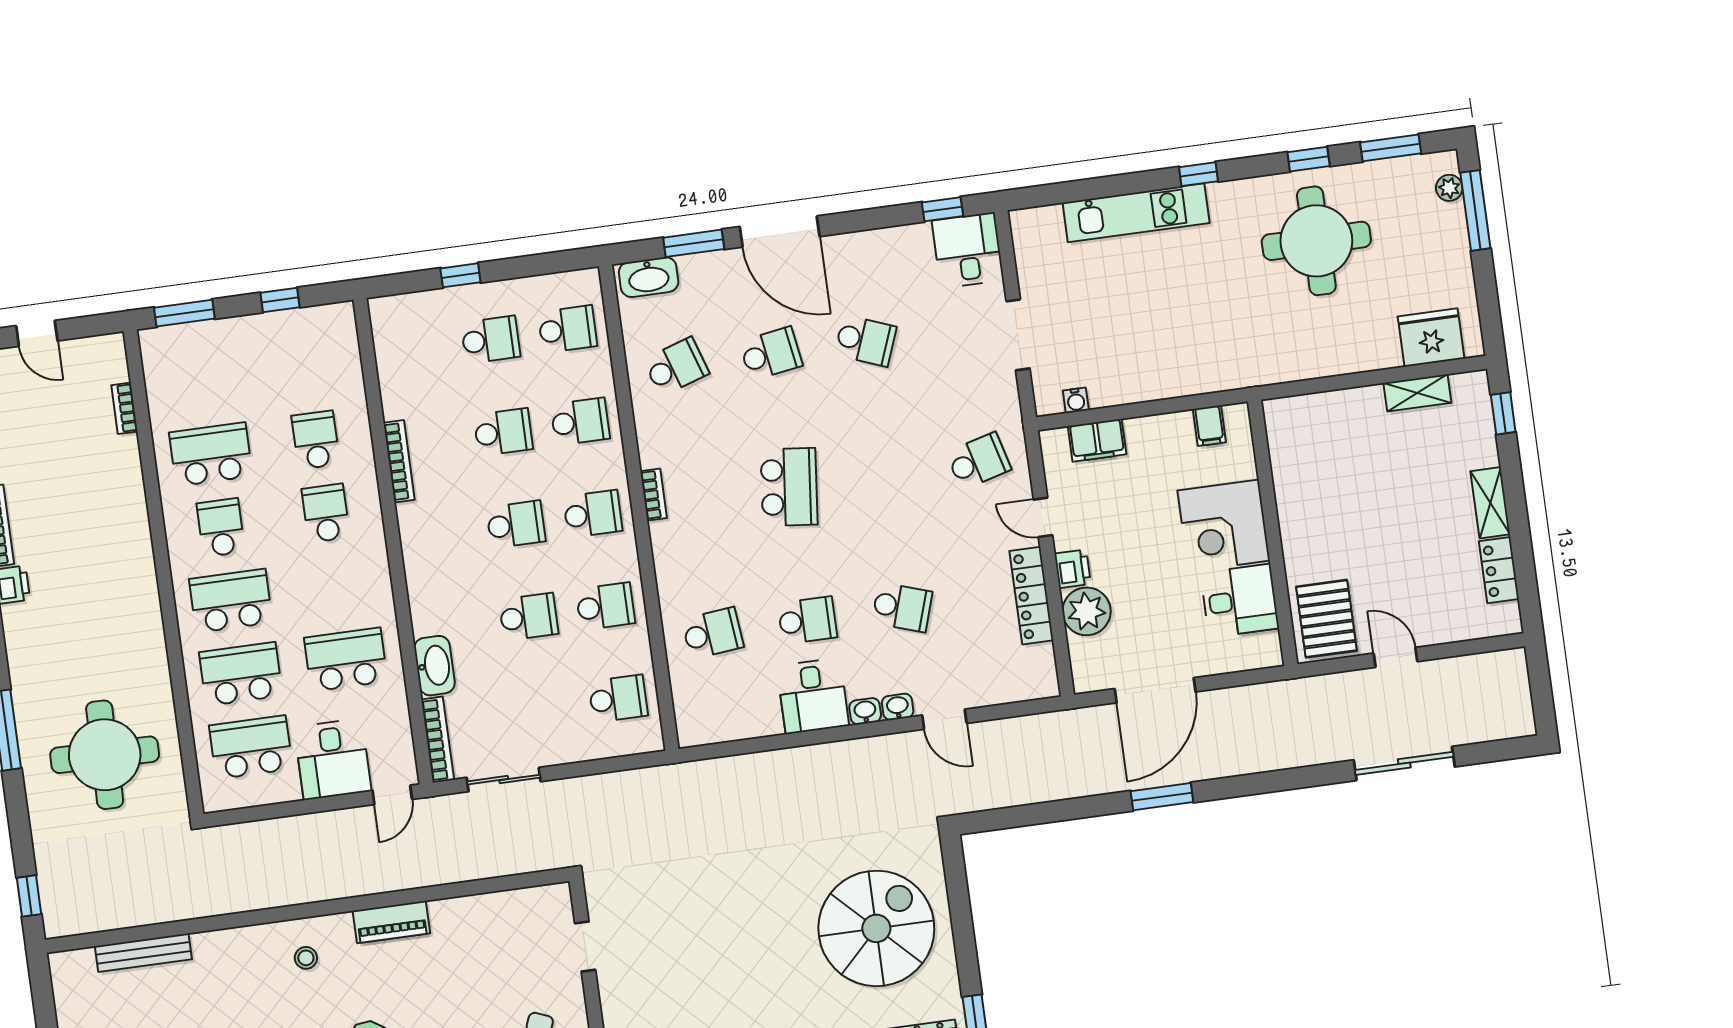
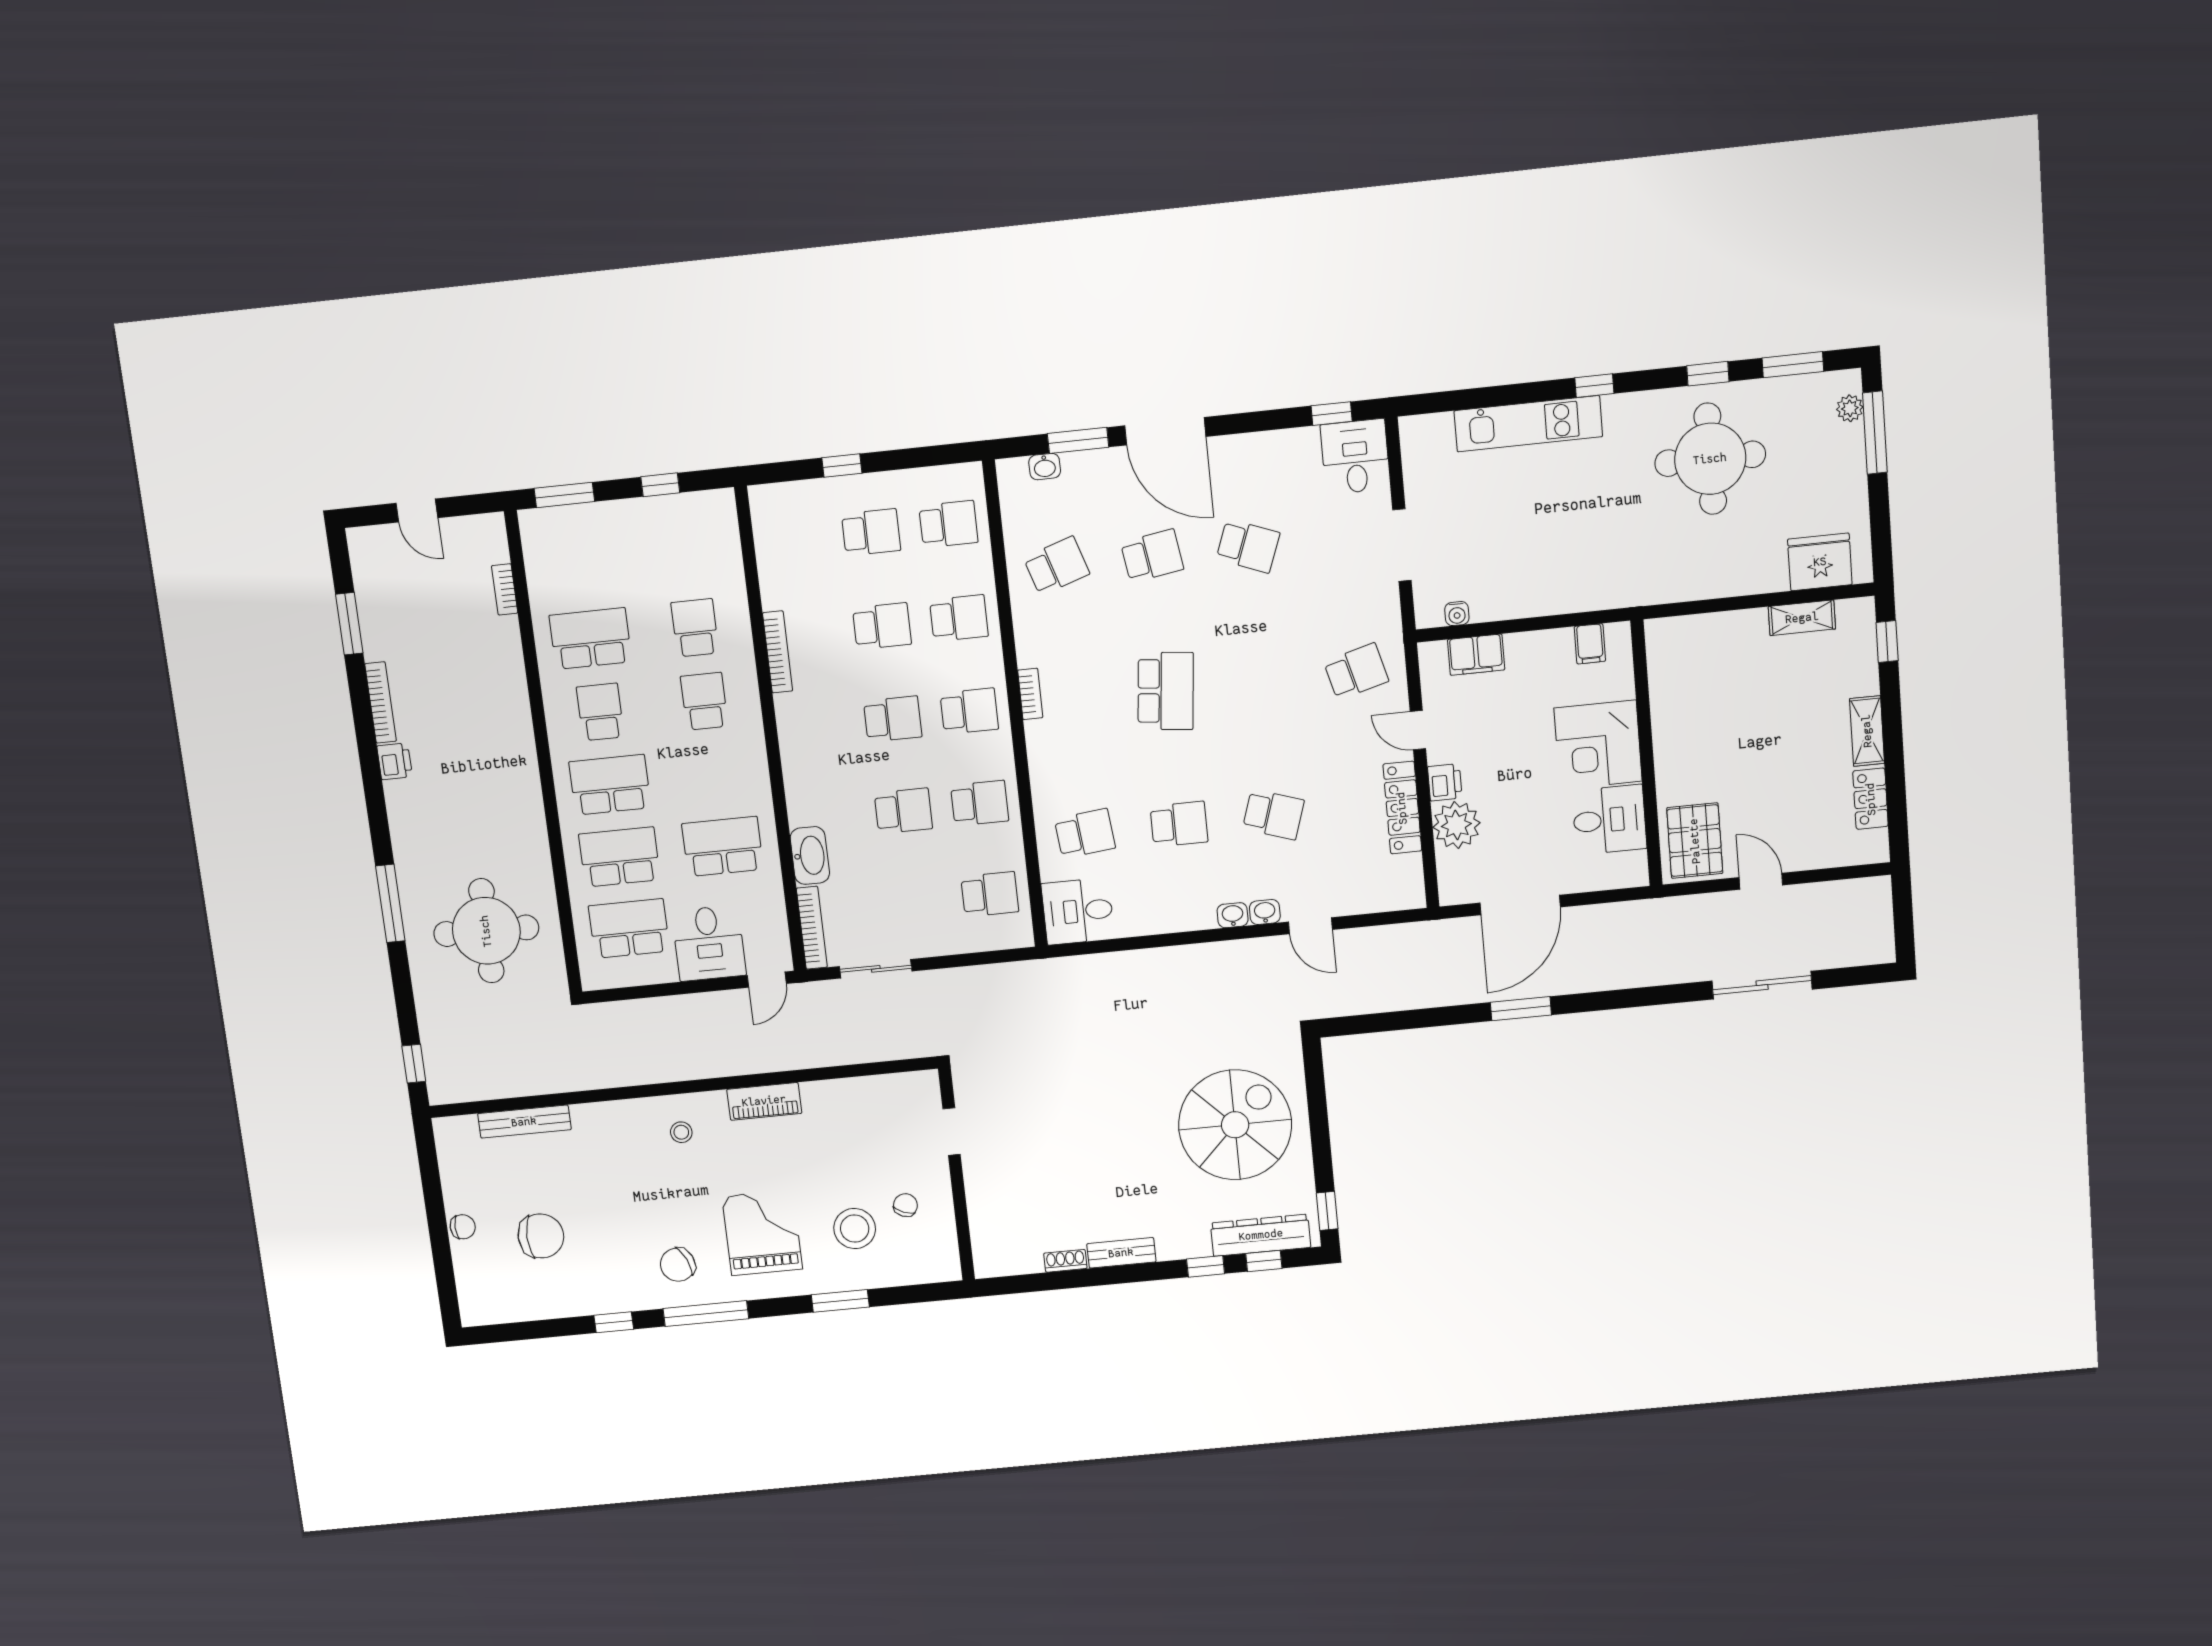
washbasin: (649, 277) -> (1045, 467), width x0.52, depth x0.69
desk: (813, 696) -> (1078, 911), moved, turned 90

